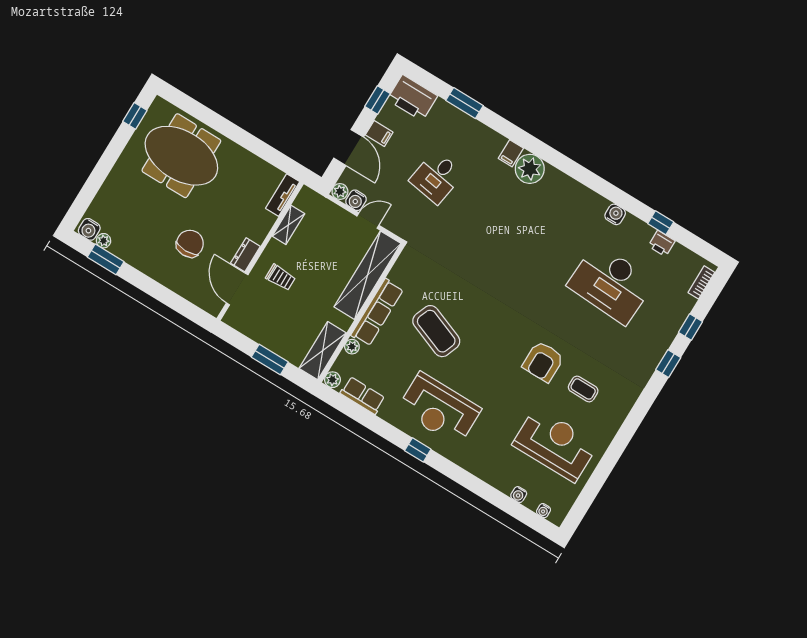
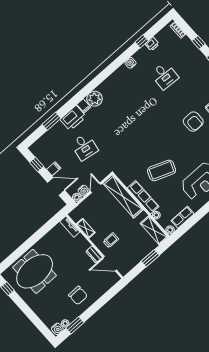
printer: (412, 98) -> (73, 118), moved
chair: (190, 244) -> (78, 295), moved, turned 180
desk: (611, 284) -> (165, 76), width x0.53, depth x0.77

